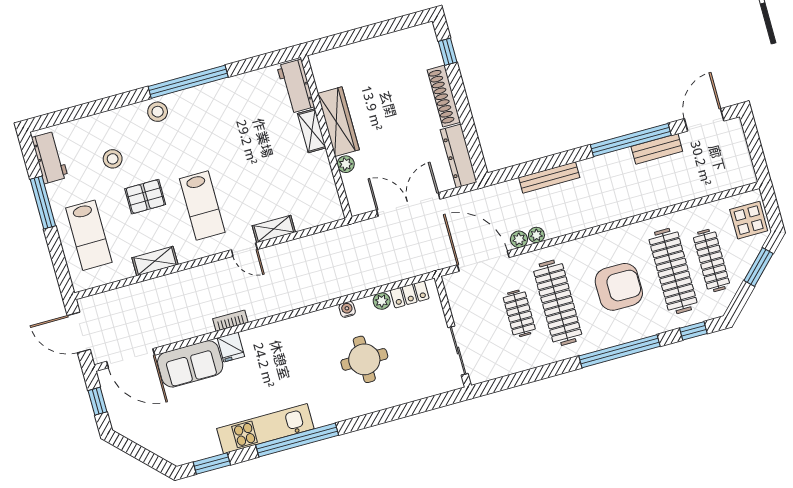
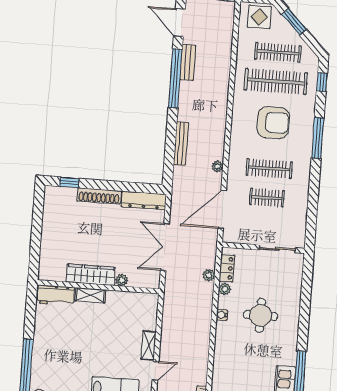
plant: (519, 239) -> (209, 275), moved
armchair: (619, 287) -> (273, 123), turned 90
clothes rail: (558, 303) -> (269, 169), width x0.73, depth x0.76
window: (619, 351) -> (318, 138), width x0.68

